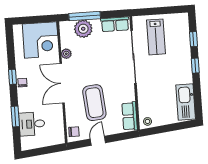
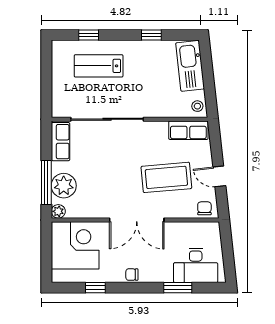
lab bench: (156, 37) -> (99, 66), moved, turned 180
plant: (66, 54) -> (58, 211), moved
window: (195, 66) -> (151, 35), moved
window: (12, 77) -> (95, 288), moved
kitchen sink: (186, 102) -> (190, 66), moved, turned 84
desk: (32, 124) -> (196, 265), width x1.37

